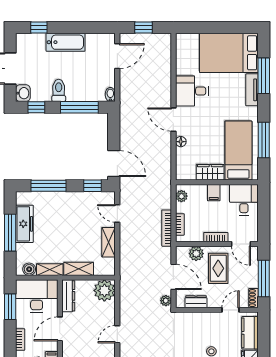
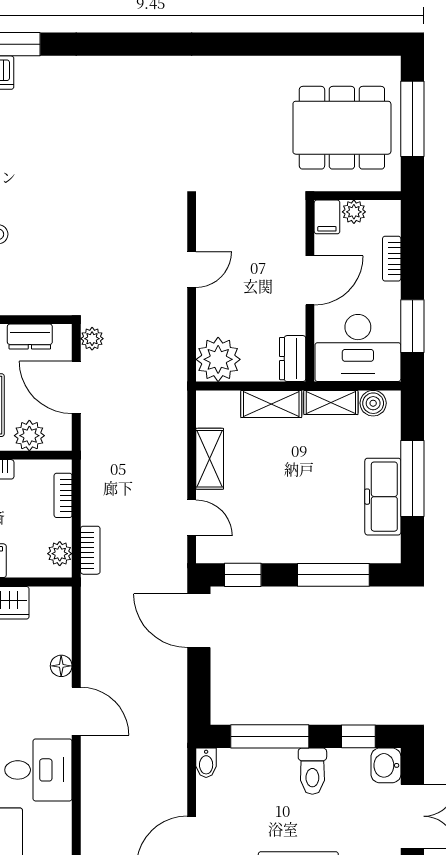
bookcase: (167, 228) -> (90, 550), moved, width x0.64
dresser: (68, 296) -> (293, 359), width x0.70

